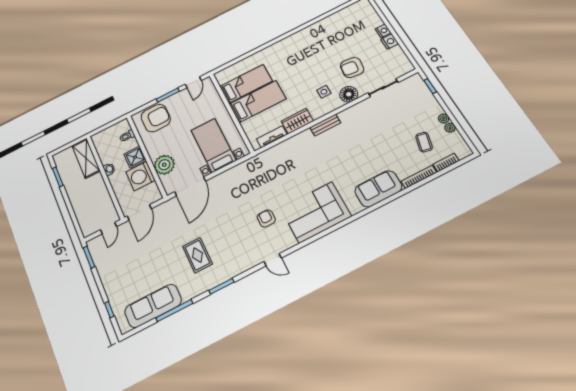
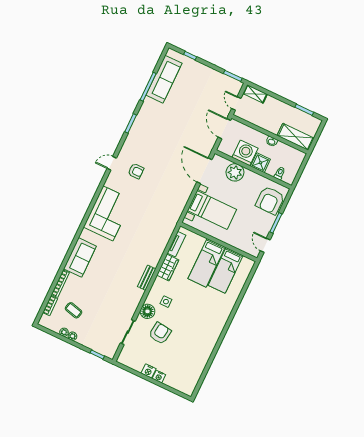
armchair: (266, 218) -> (136, 171), moved
shelving: (85, 224) -> (255, 94), added
rug: (197, 255) -> (162, 131), removed

